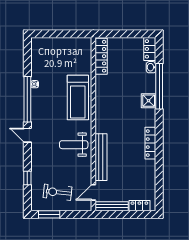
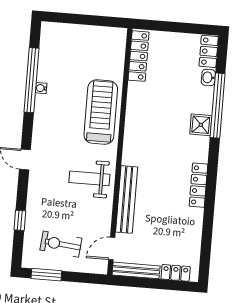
treadmill: (78, 98) -> (101, 112), turned 180
window: (27, 99) -> (31, 80), moved

